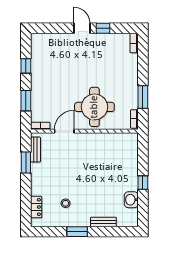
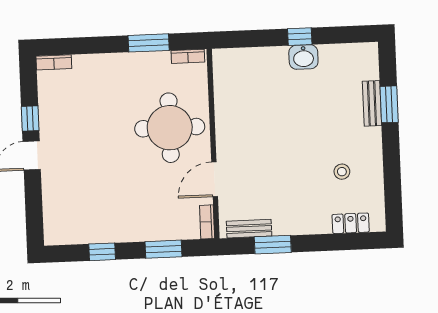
door: (64, 131) -> (215, 179), hinge flipped
washbasin: (131, 200) -> (303, 57), moved
window: (77, 232) -> (389, 104), moved

